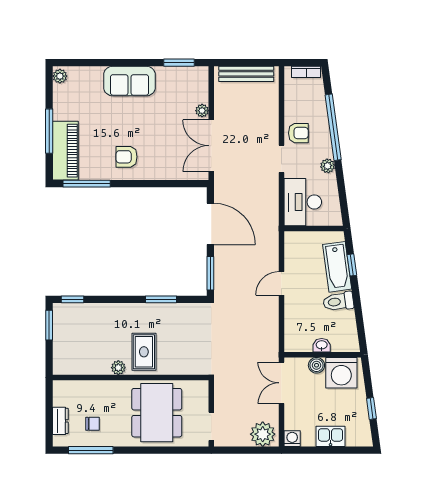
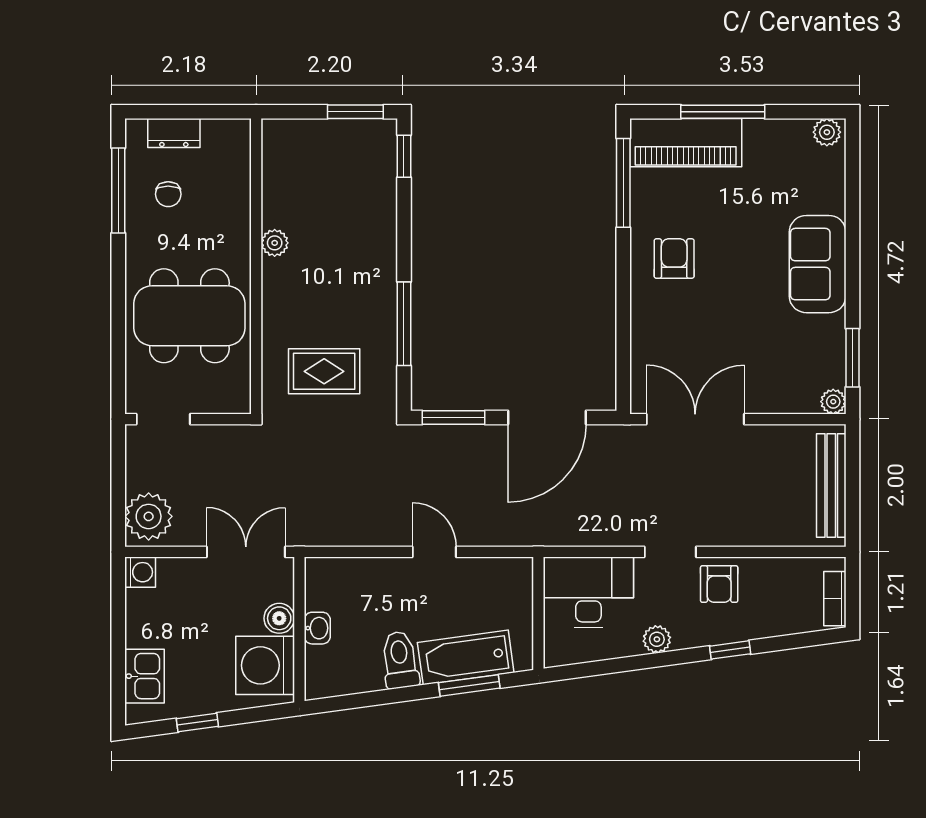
plant: (202, 111) -> (833, 402), moved
window: (333, 127) -> (730, 650), width x0.32
window: (352, 265) -> (469, 685), width x1.50
window: (161, 299) -> (404, 324), width x1.44
rug: (144, 352) -> (324, 371), moved
kitchen sink: (331, 436) -> (144, 676), moved

